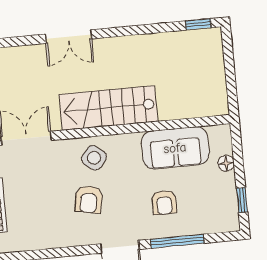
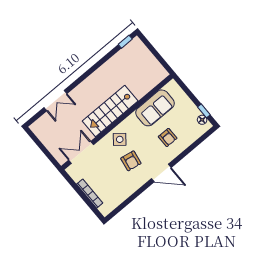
double door: (68, 37) -> (55, 101), moved
floor lamp: (226, 163) -> (202, 120), moved
window: (177, 241) -> (187, 152), removed

